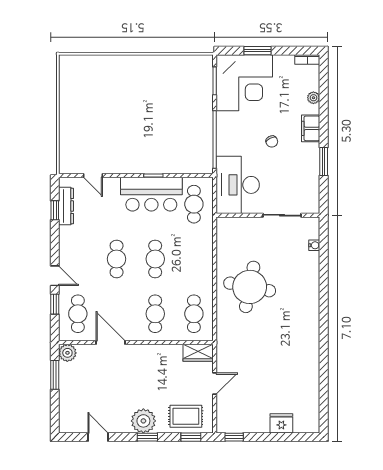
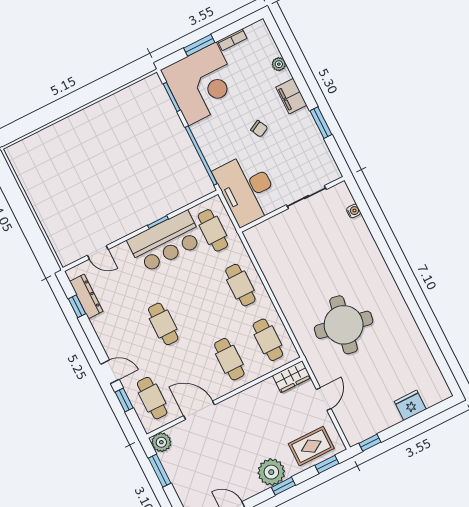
bookcase: (307, 59) -> (232, 40), moved
cafe table: (155, 259) -> (240, 285), moved
round table: (250, 287) -> (344, 325), moved

